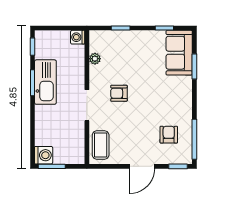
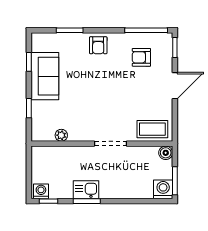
washing machine: (78, 37) -> (41, 191), moved, turned 180
sofa: (179, 53) -> (45, 76), moved, turned -90
kitchen sink: (45, 82) -> (86, 190), width x0.53, depth x0.81
armchair: (119, 93) -> (98, 45), moved
boiler: (78, 158) -> (166, 153), added
door: (142, 166) -> (175, 86), hinge flipped

